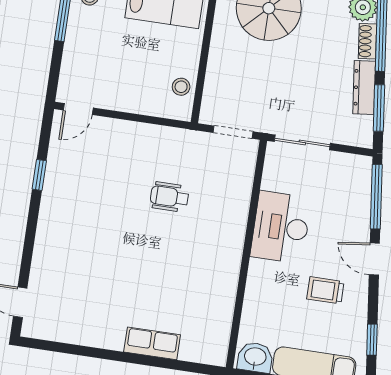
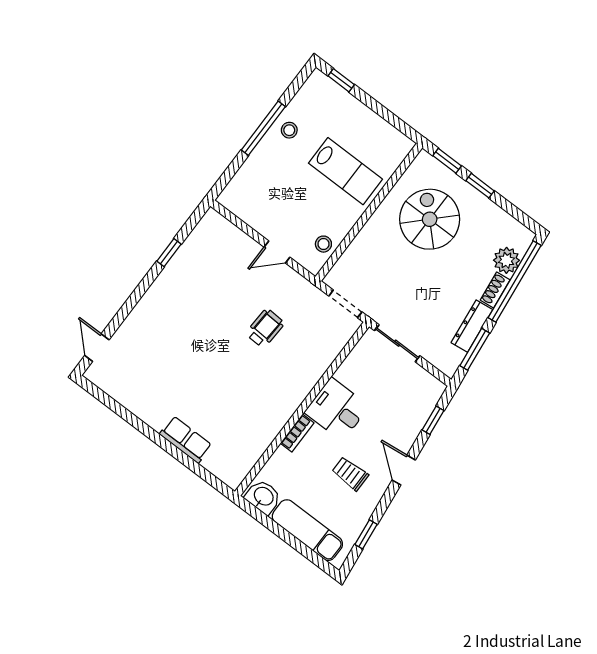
door: (78, 109) -> (277, 252), moved
wheelchair: (169, 197) -> (265, 328), turned 93
window: (376, 197) -> (433, 420), width x0.46
desk: (281, 227) -> (337, 409), width x0.73
bookcase: (254, 279) -> (297, 433), added

